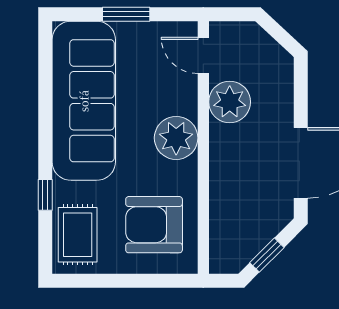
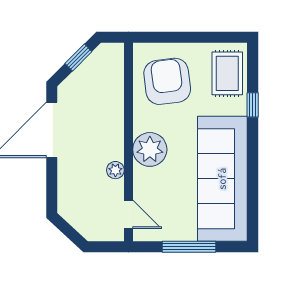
window: (126, 14) -> (189, 247), width x1.44
plant: (230, 102) -> (115, 170), width x0.53, depth x0.53
armchair: (154, 225) -> (167, 81), turned -97

